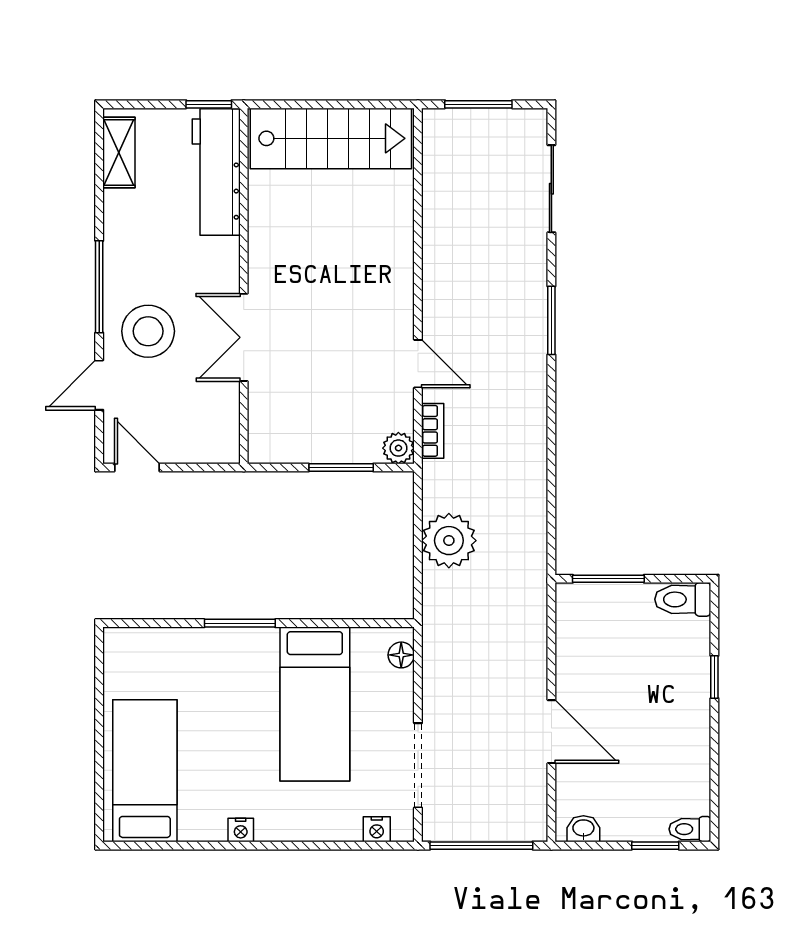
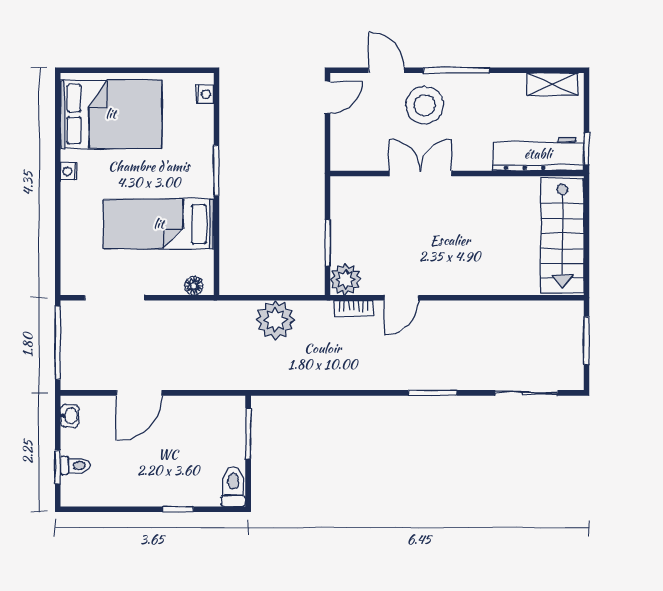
plant: (398, 448) -> (346, 280), width x1.38, depth x1.38
bed: (145, 771) -> (111, 114), width x1.50
nightstand: (377, 829) -> (205, 94), moved, turned 180
toilet: (690, 829) -> (75, 466), moved, turned 90

